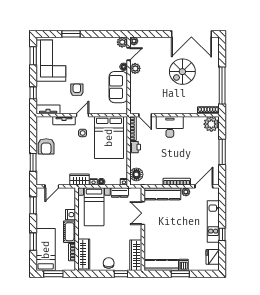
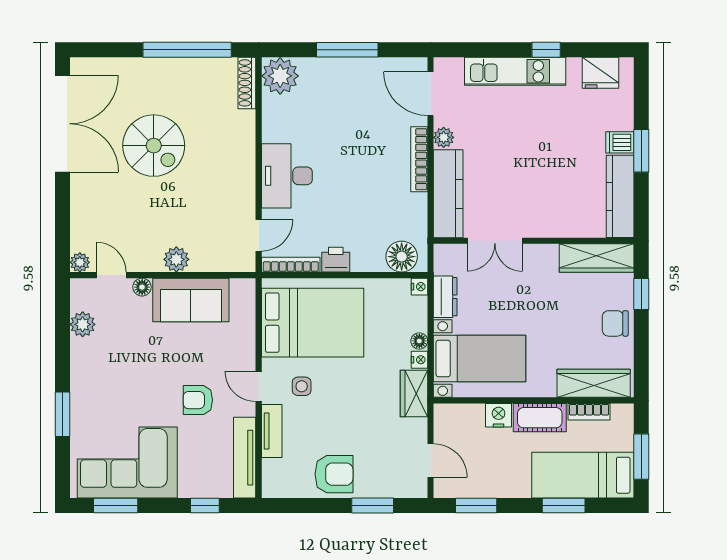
plant: (122, 42) -> (83, 324), moved
plant: (135, 68) -> (176, 259), moved
tv unit: (48, 109) -> (245, 458), width x1.41

